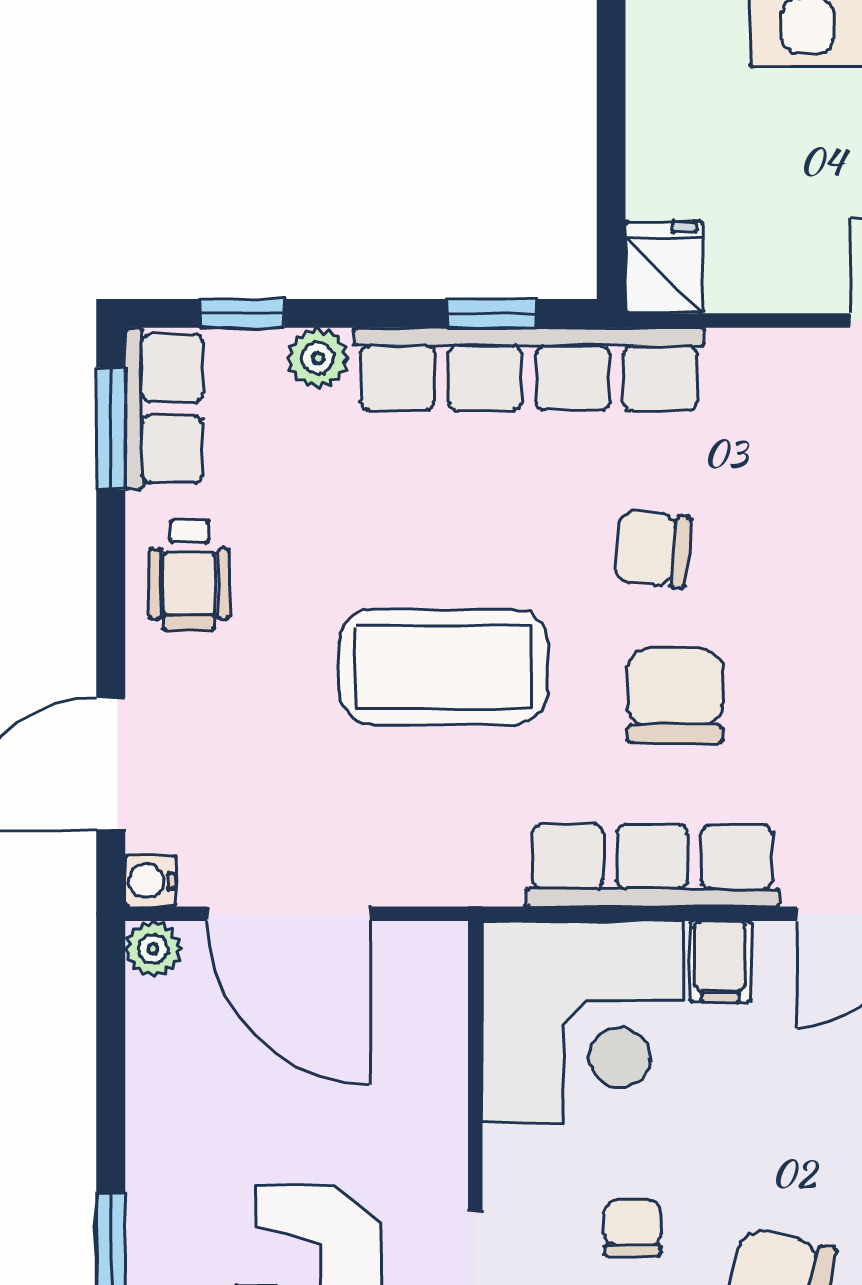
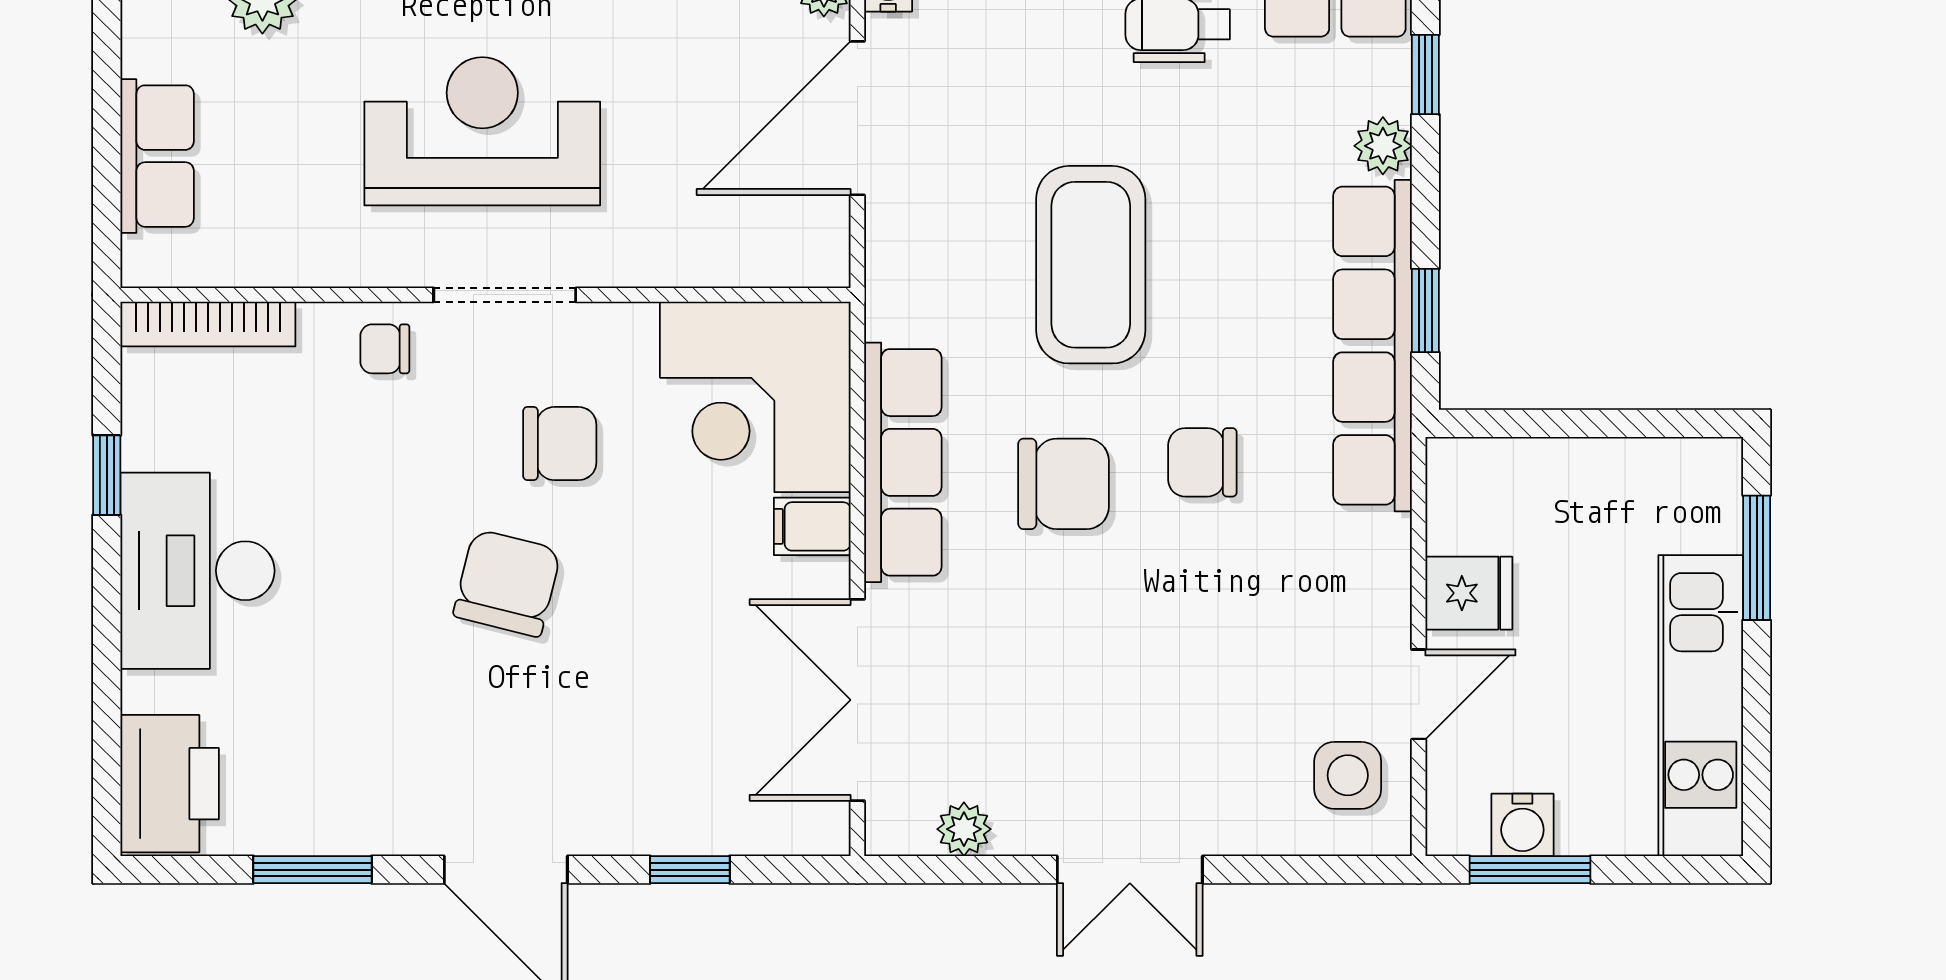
fridge: (664, 267) -> (1469, 593), moved
chair: (652, 549) -> (1202, 462), turned -96
chair: (632, 1228) -> (560, 444), width x1.37, depth x1.37

